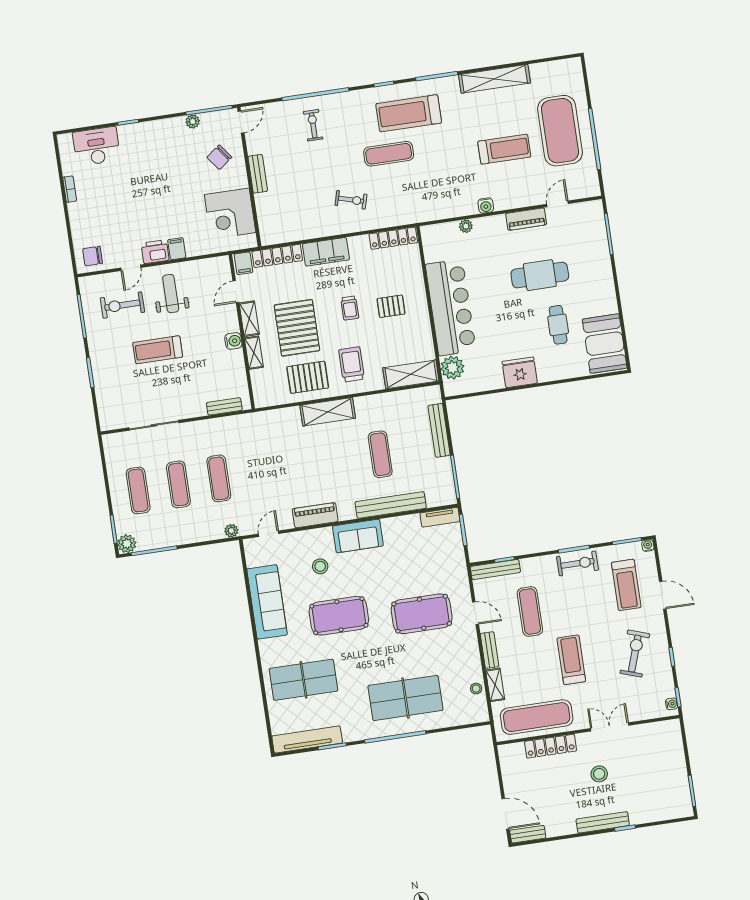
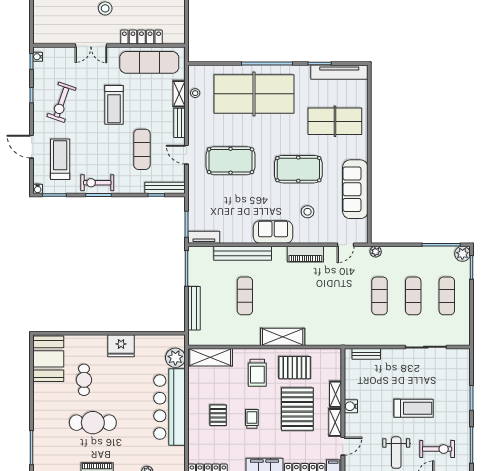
pallet: (391, 306) -> (218, 415), turned 90
table tennis table: (405, 698) -> (254, 94), width x1.36, depth x1.32

